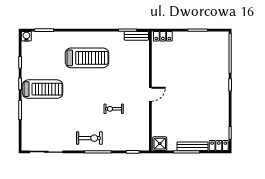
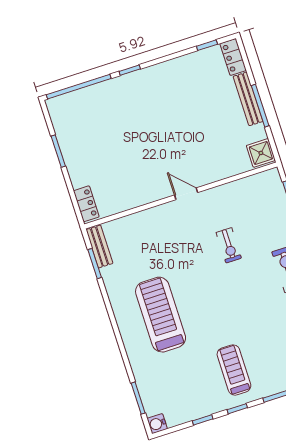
treadmill: (43, 89) -> (234, 370), width x0.73, depth x0.73

